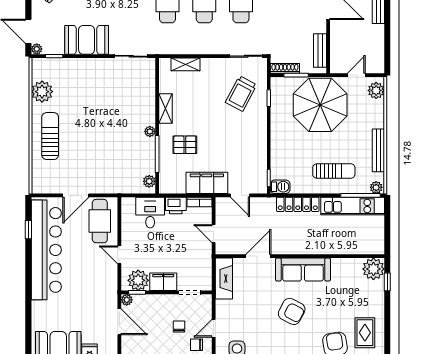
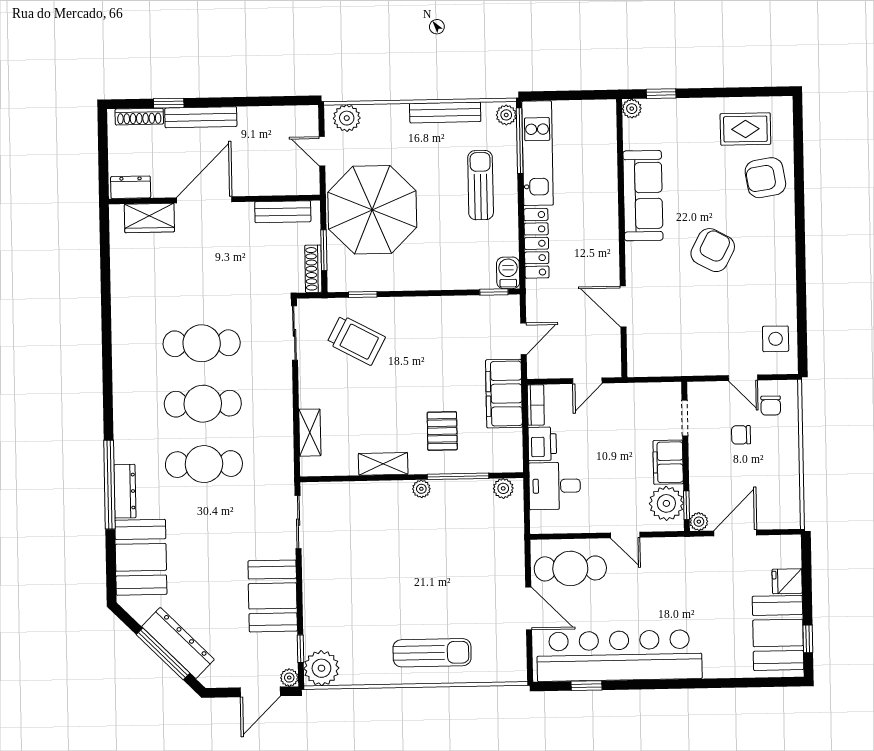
plant: (42, 92) -> (321, 668), moved
sun lounger: (50, 136) -> (432, 653), turned 180
door: (119, 255) -> (625, 535), hinge flipped
plant: (373, 269) -> (632, 109), width x0.53, depth x0.53
sofa: (303, 270) -> (643, 196), moved
fireplace: (224, 279) -> (661, 363), removed

